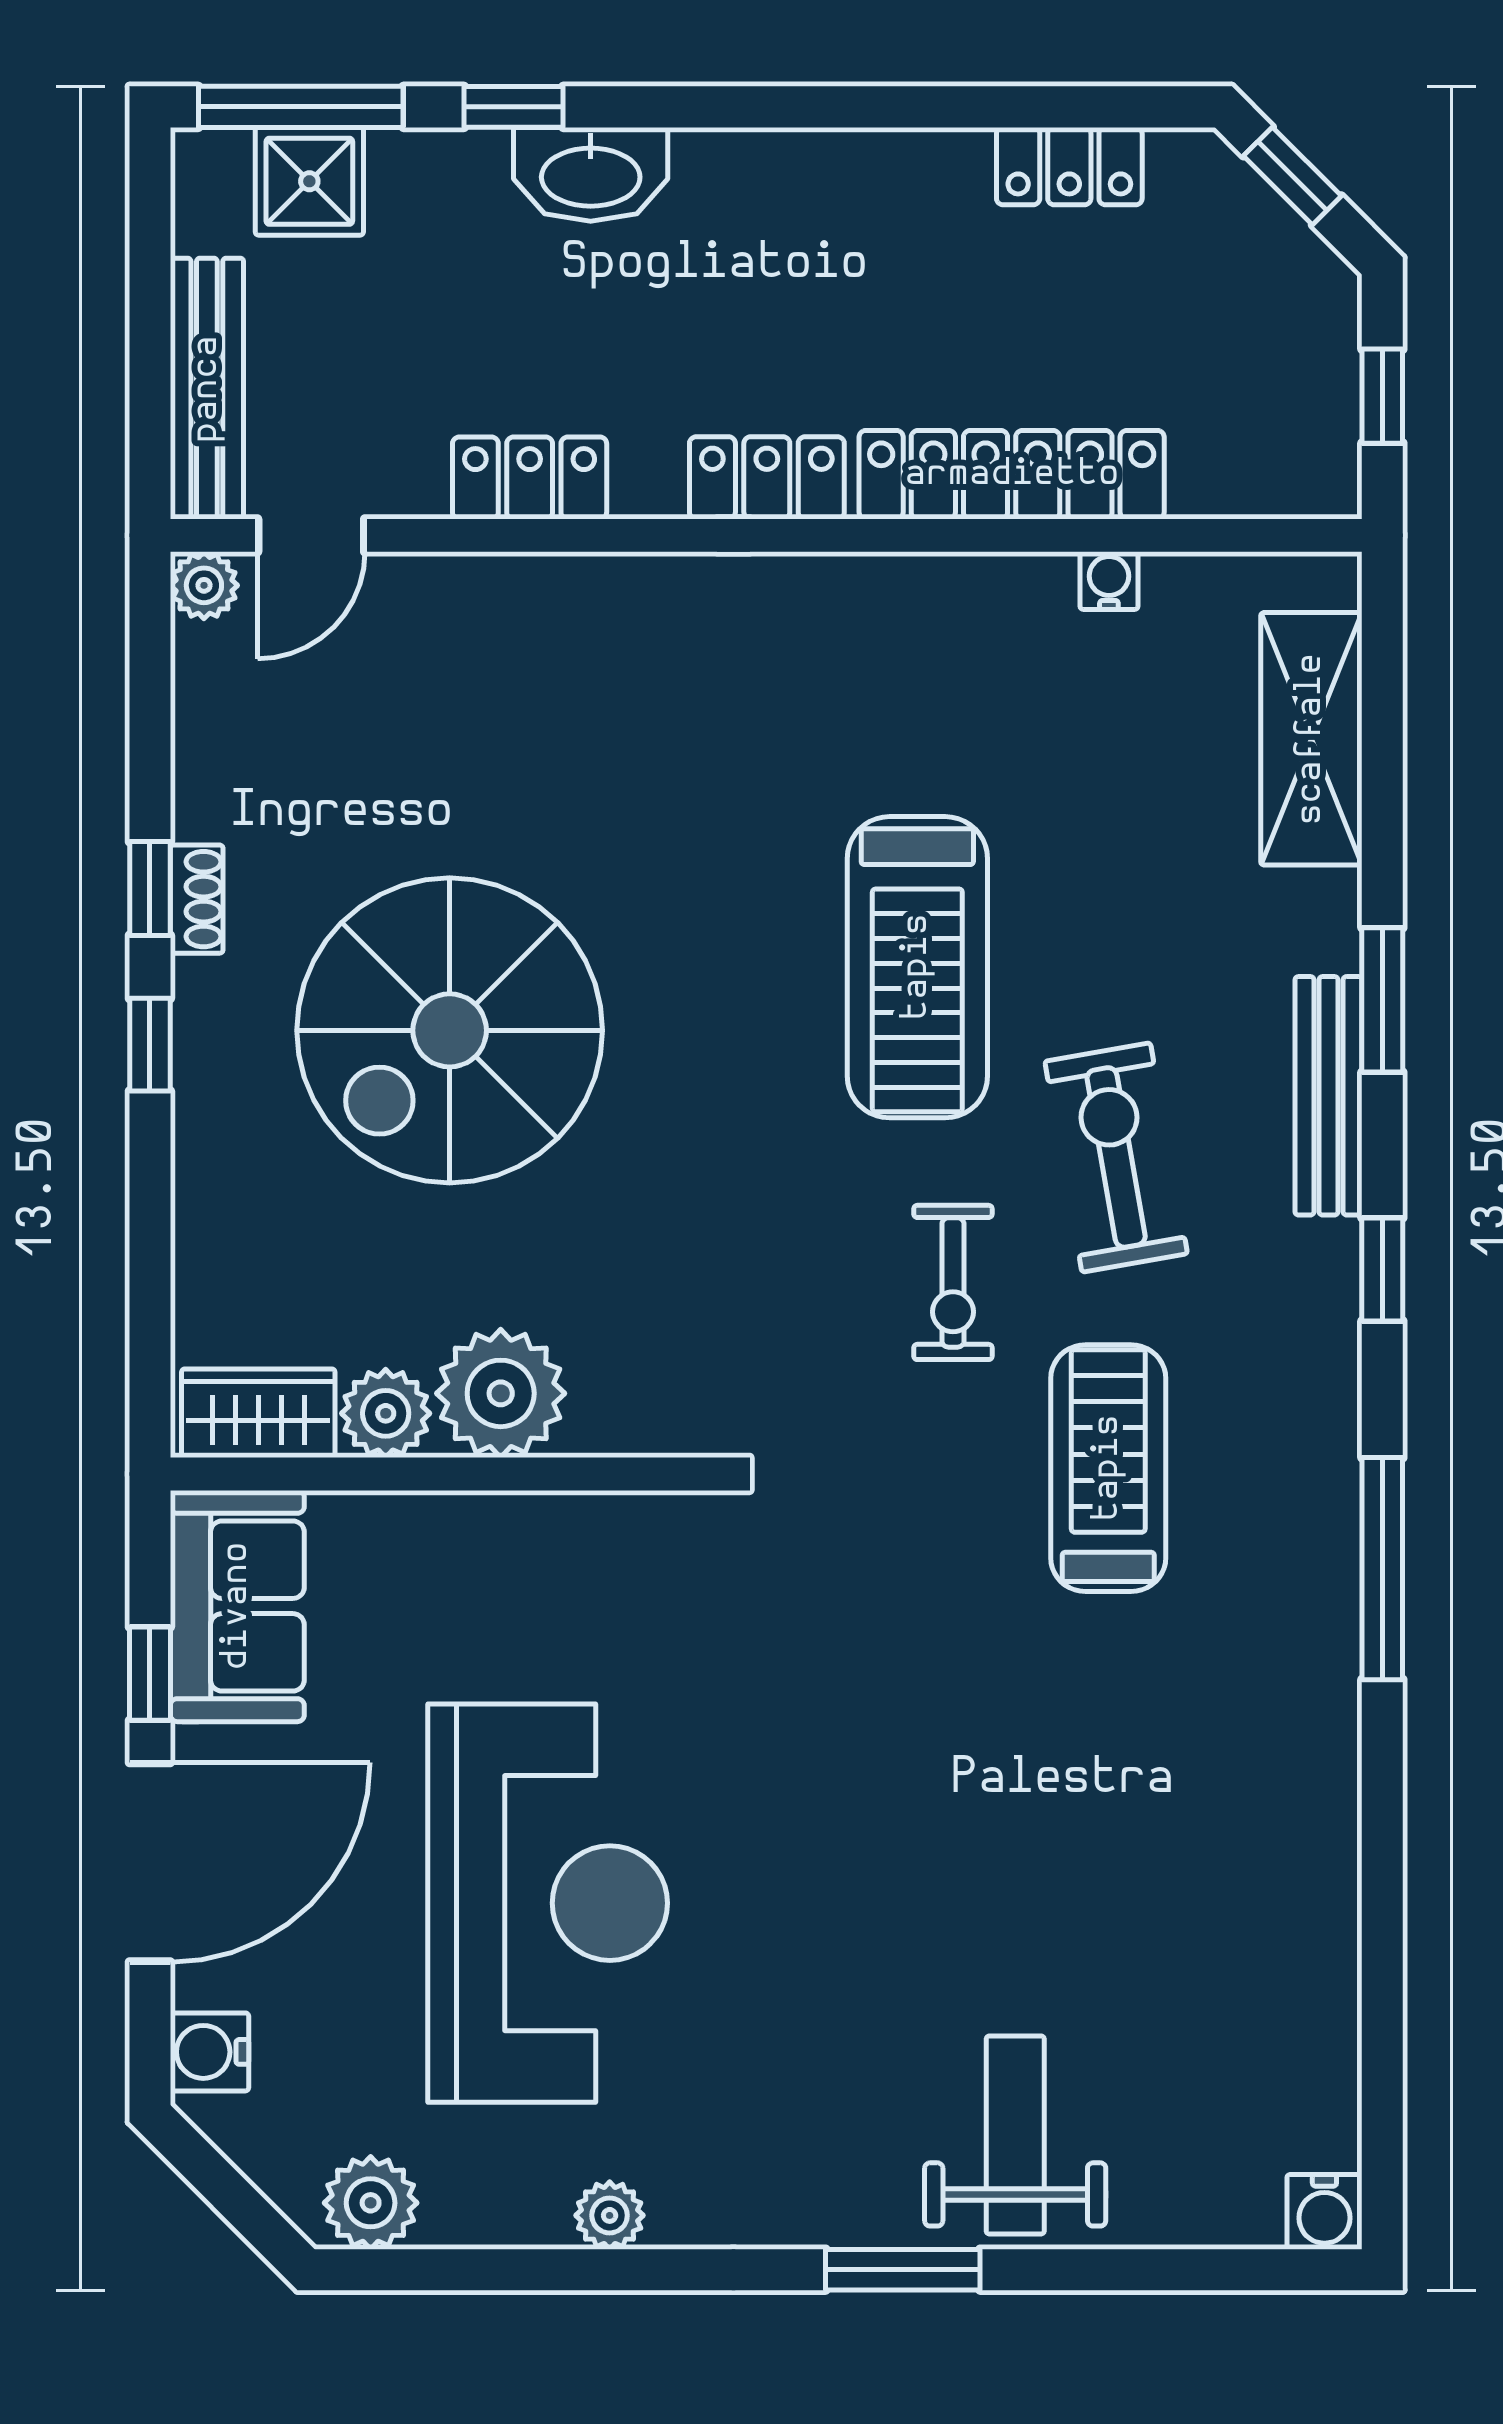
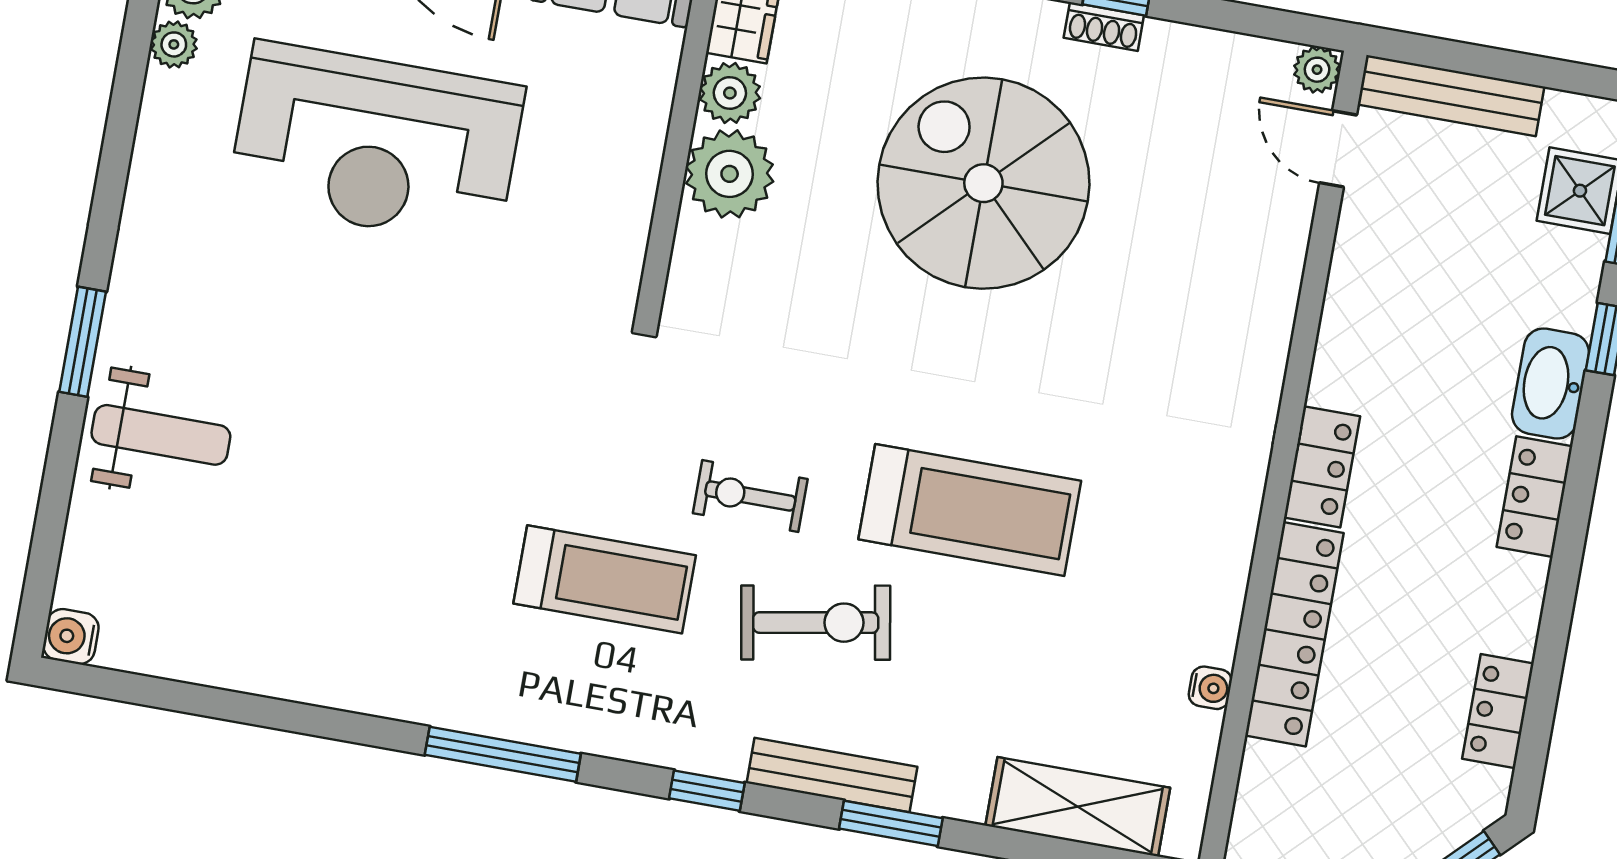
locker: (530, 478) -> (1535, 497), moved, turned 180
treadmill: (917, 967) -> (970, 510), turned 180
plant: (610, 2215) -> (174, 44), moved

